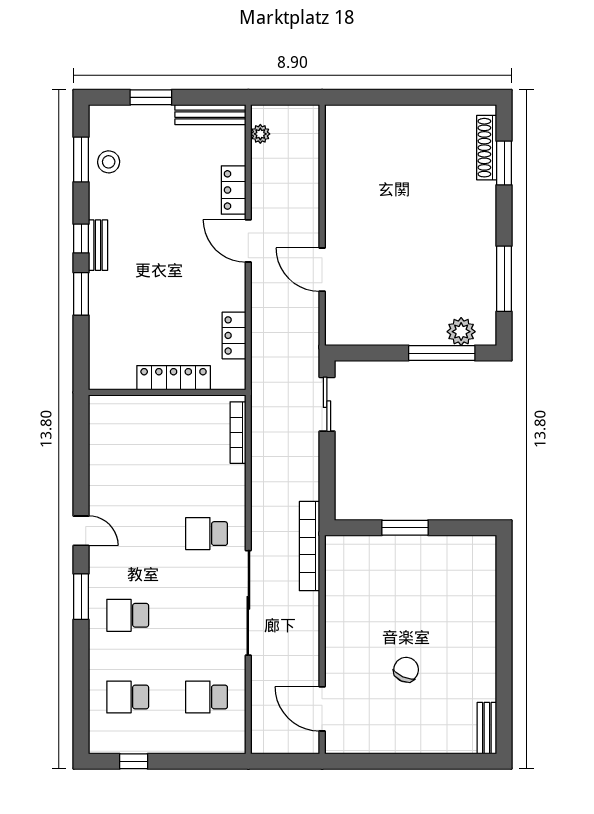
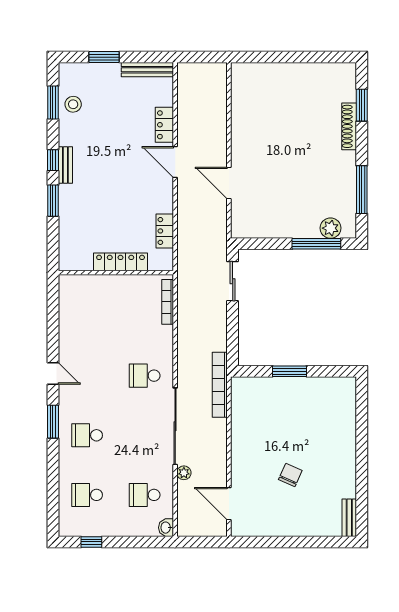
plant: (260, 134) -> (184, 473), moved
shoe rack: (487, 148) -> (349, 126), moved
washbasin: (236, 742) -> (166, 528), added

